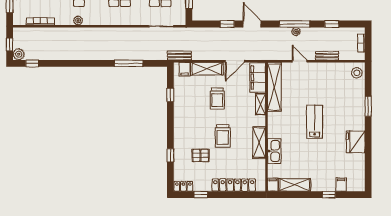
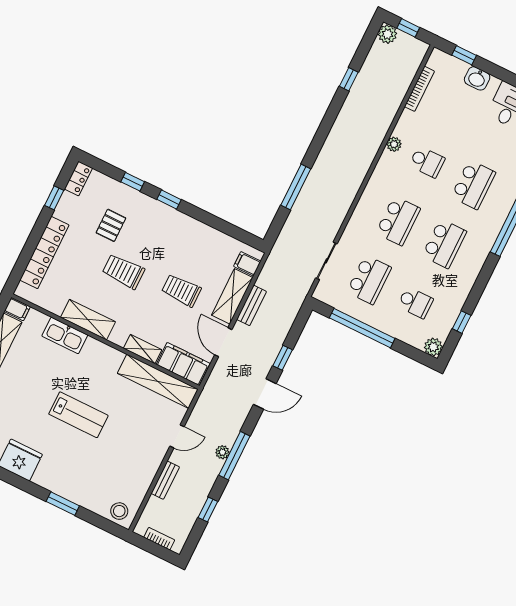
bench: (179, 56) -> (252, 305), moved
window: (32, 63) -> (349, 79), moved
window: (170, 95) -> (169, 200), moved

